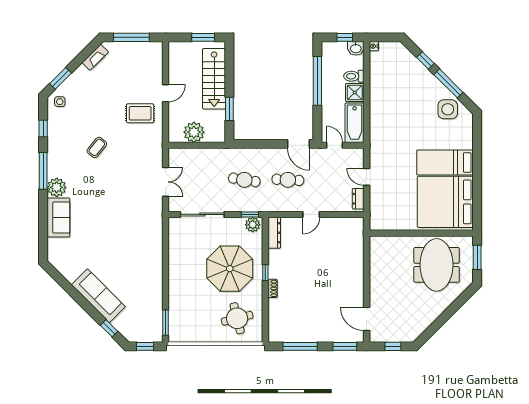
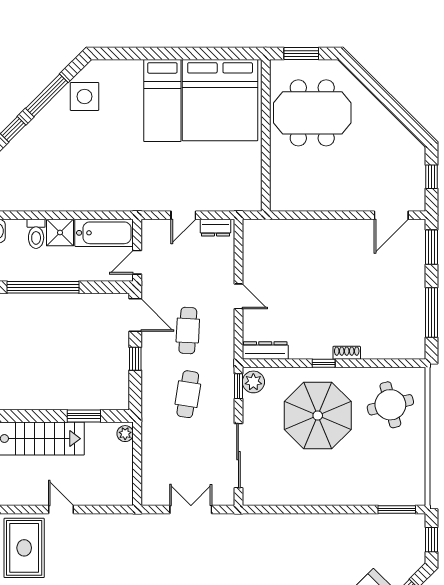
rug: (140, 113) -> (24, 548), moved, width x1.36, depth x1.43
plant: (194, 132) -> (125, 434), moved, width x0.53, depth x0.53
window: (269, 144) -> (135, 359), added
door: (298, 144) -> (135, 315), hinge flipped

